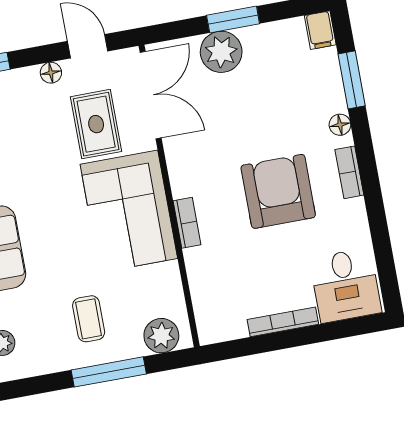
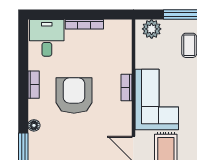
bookcase: (349, 172) -> (34, 85), moved
armchair: (278, 191) -> (74, 95), turned 180

